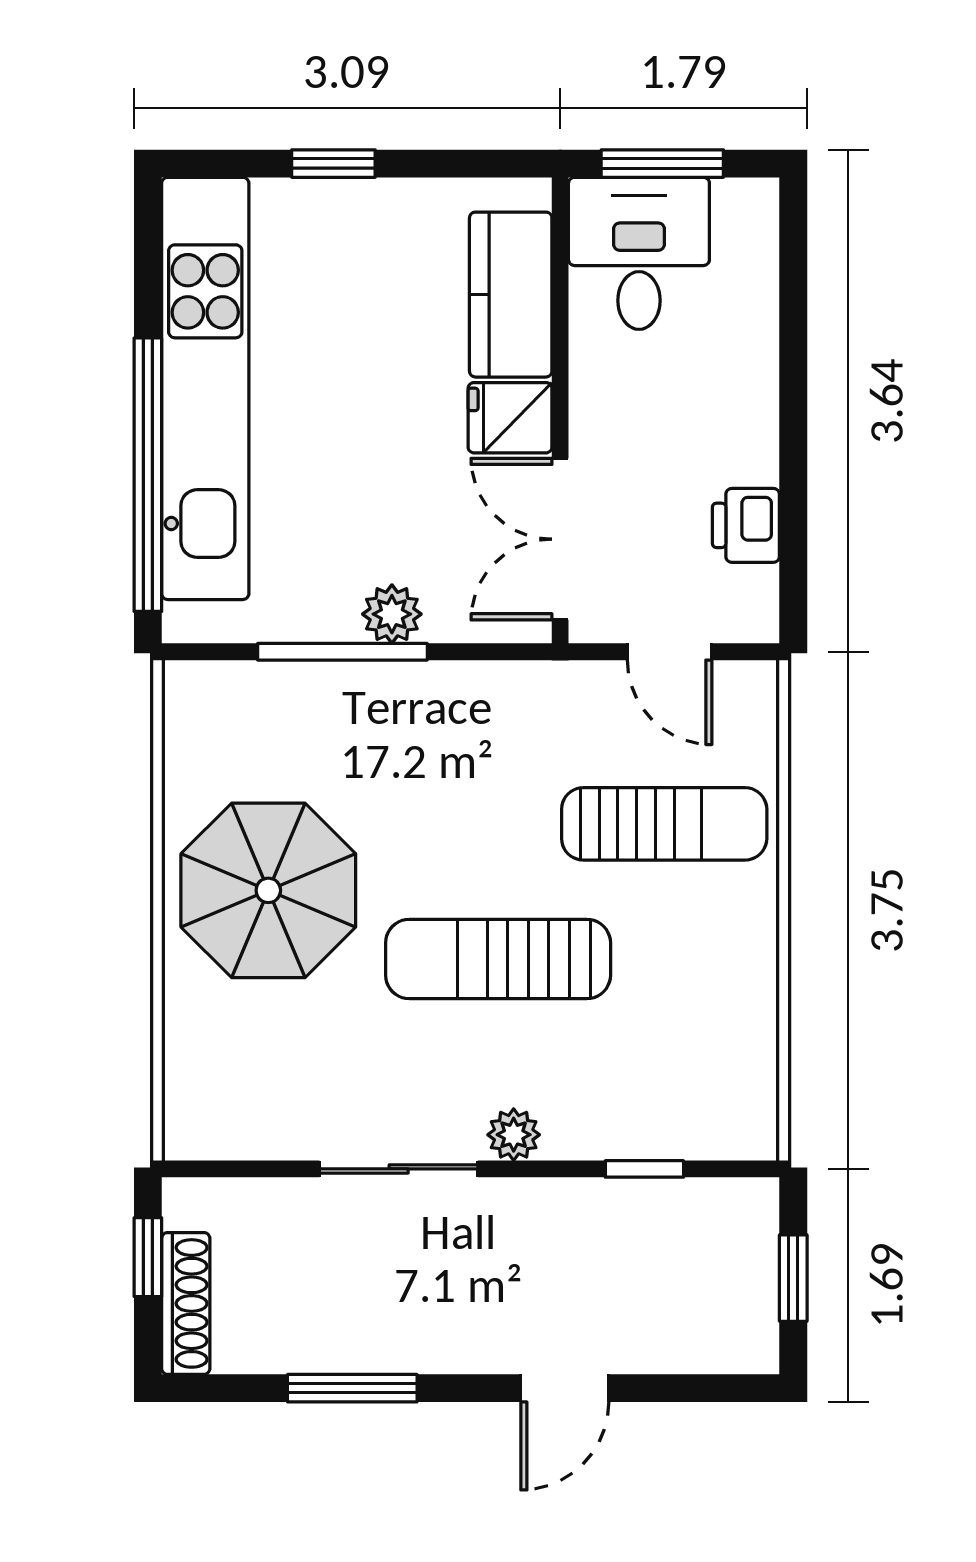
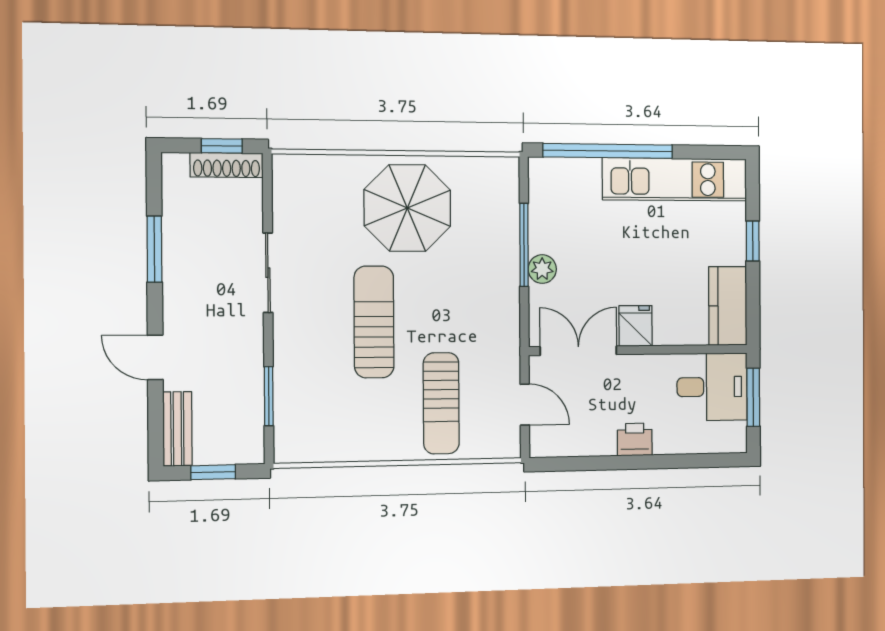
kitchen counter: (511, 295) -> (728, 306), moved, turned -90
kitchen unit: (205, 388) -> (675, 179), width x0.73
printer: (746, 525) -> (635, 439), moved
door: (670, 652) -> (525, 405), swing flipped
plant: (514, 1135) -> (286, 330), removed
window: (644, 1169) -> (269, 396), width x1.50
shoe rack: (186, 1303) -> (227, 165), moved
bench: (706, 1347) -> (177, 429), added

